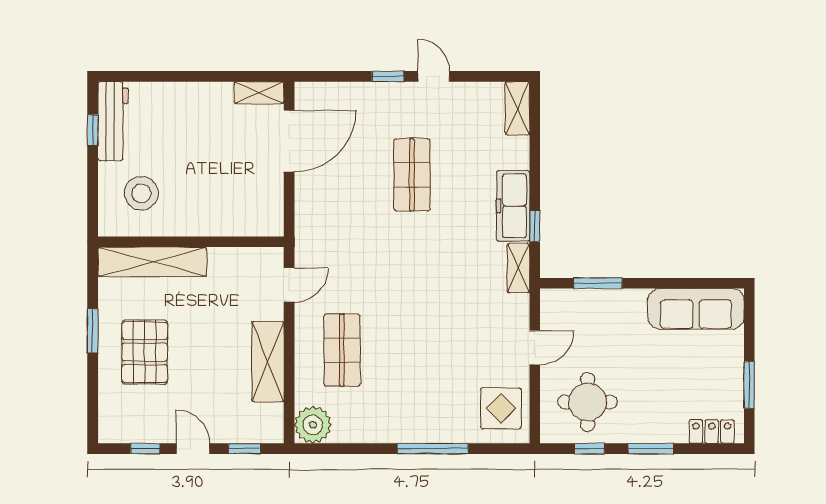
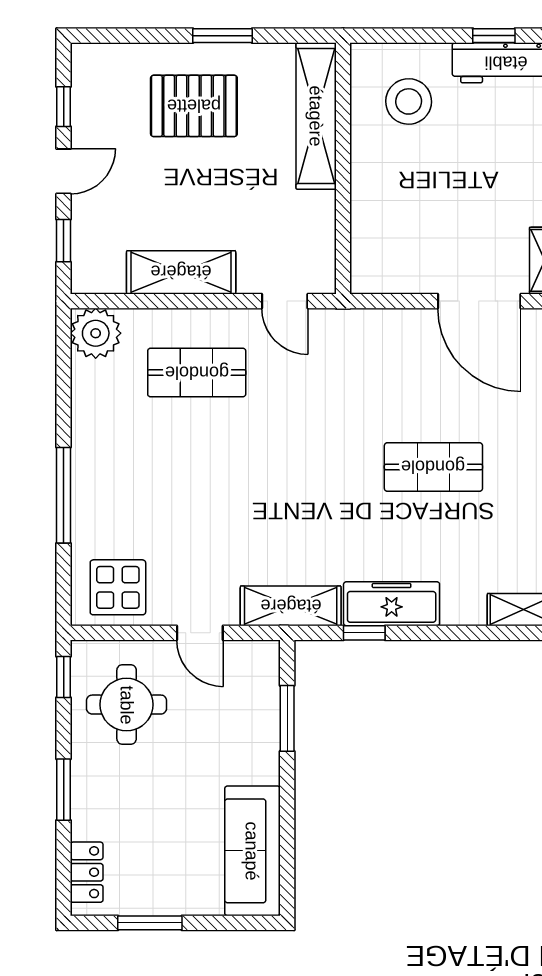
shelving: (518, 268) -> (291, 606), width x1.50, depth x1.33
window: (590, 449) -> (64, 677), moved

